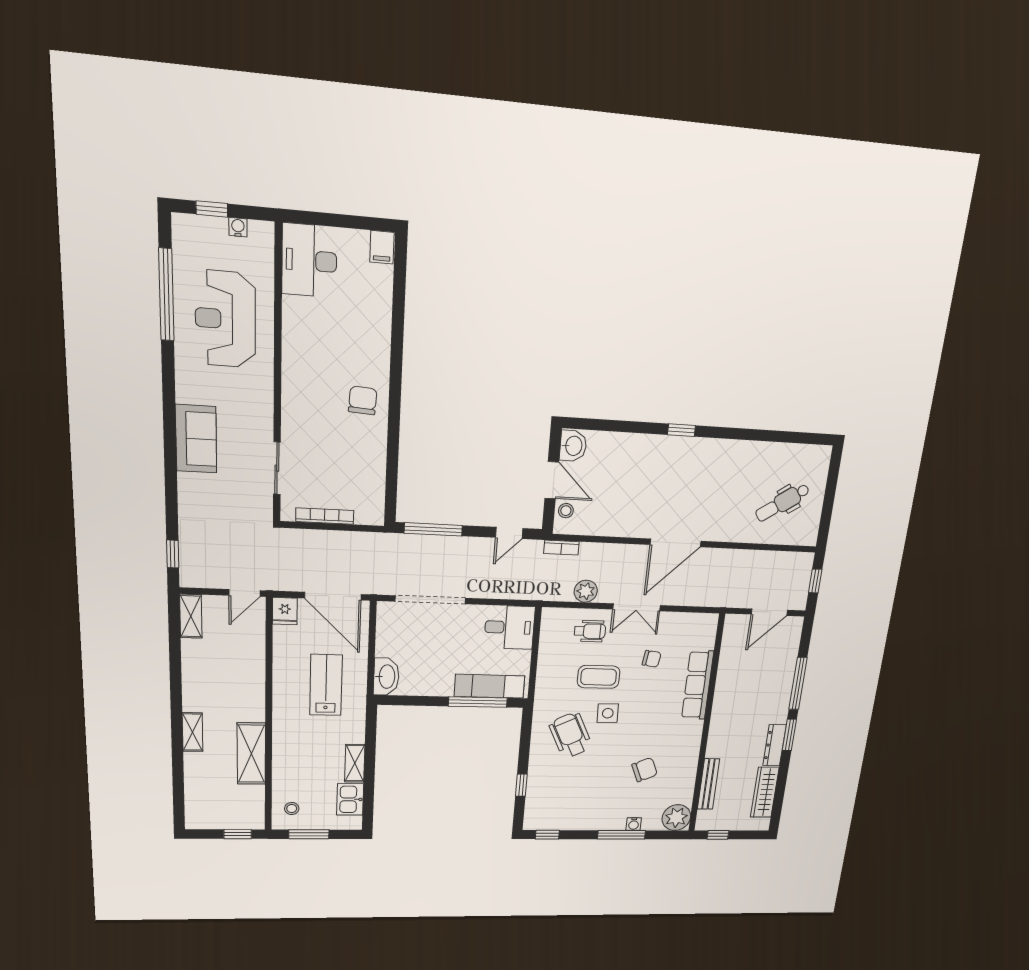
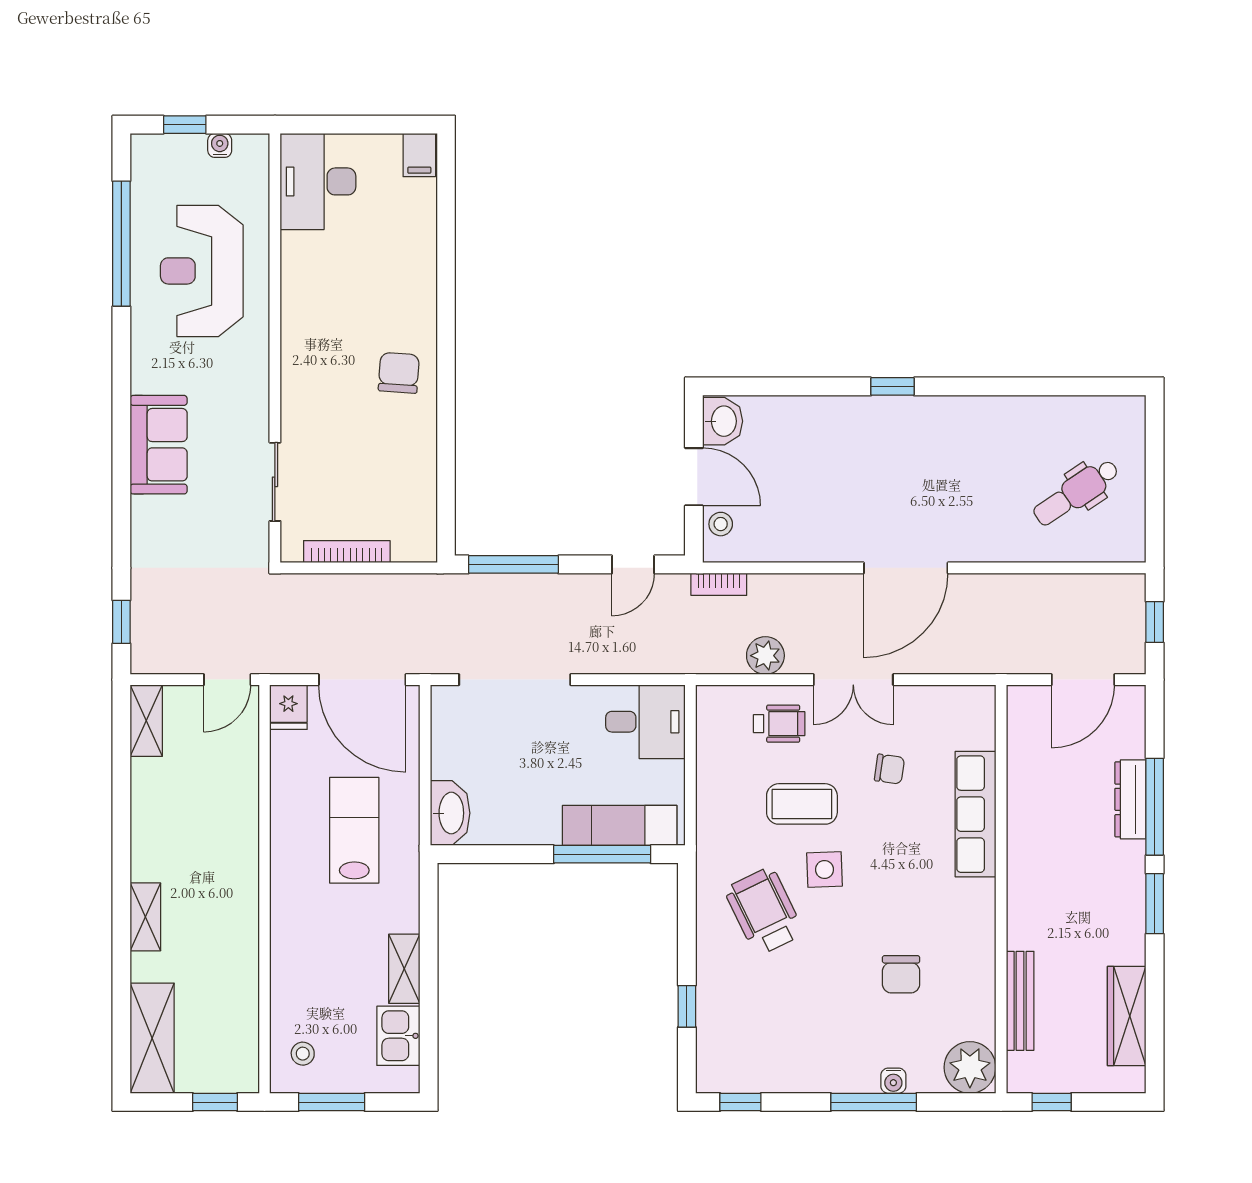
dresser: (774, 745) -> (1130, 799), moved
shelving: (251, 754) -> (152, 1038), moved
chair: (645, 770) -> (901, 974), turned 113

